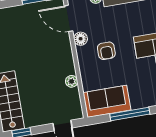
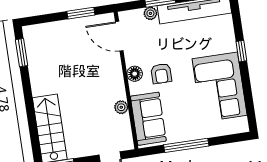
floor lamp: (81, 39) -> (135, 74), moved
sofa: (107, 101) -> (148, 119), moved, turned 90

